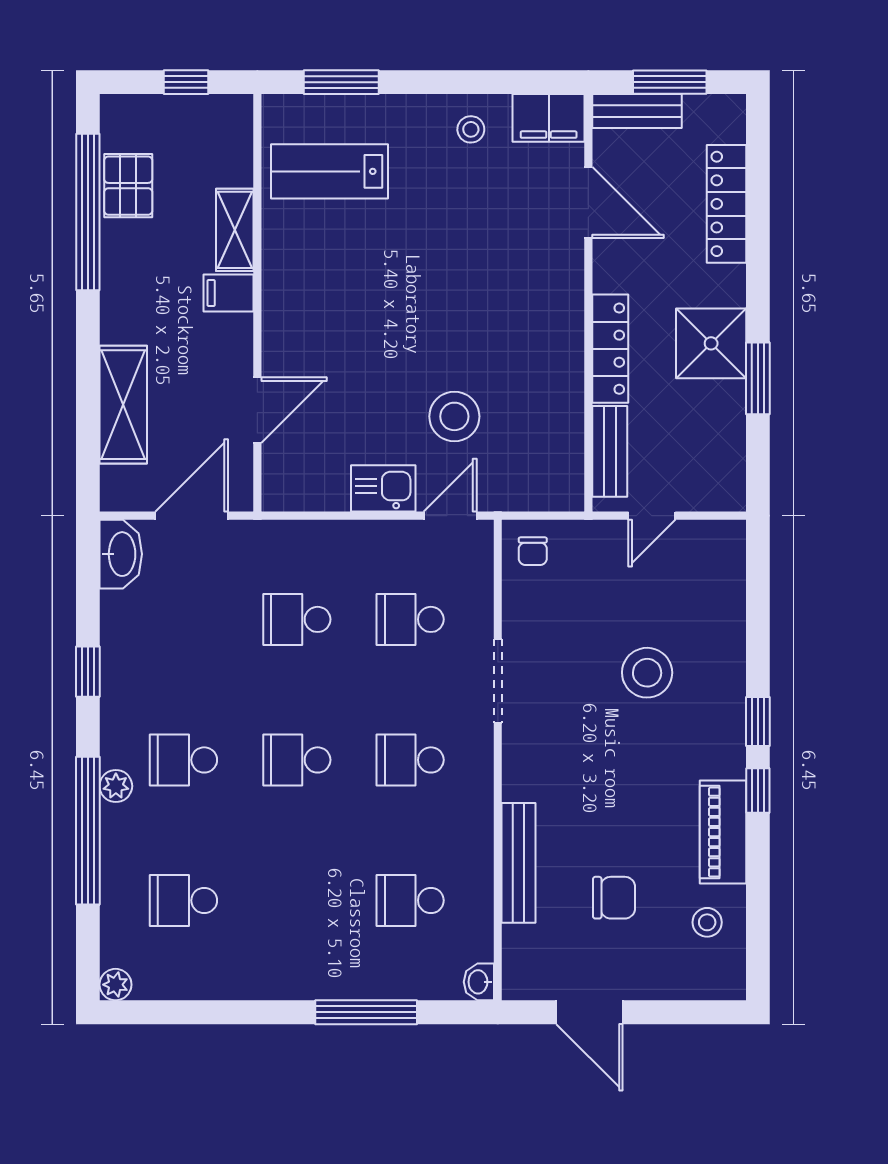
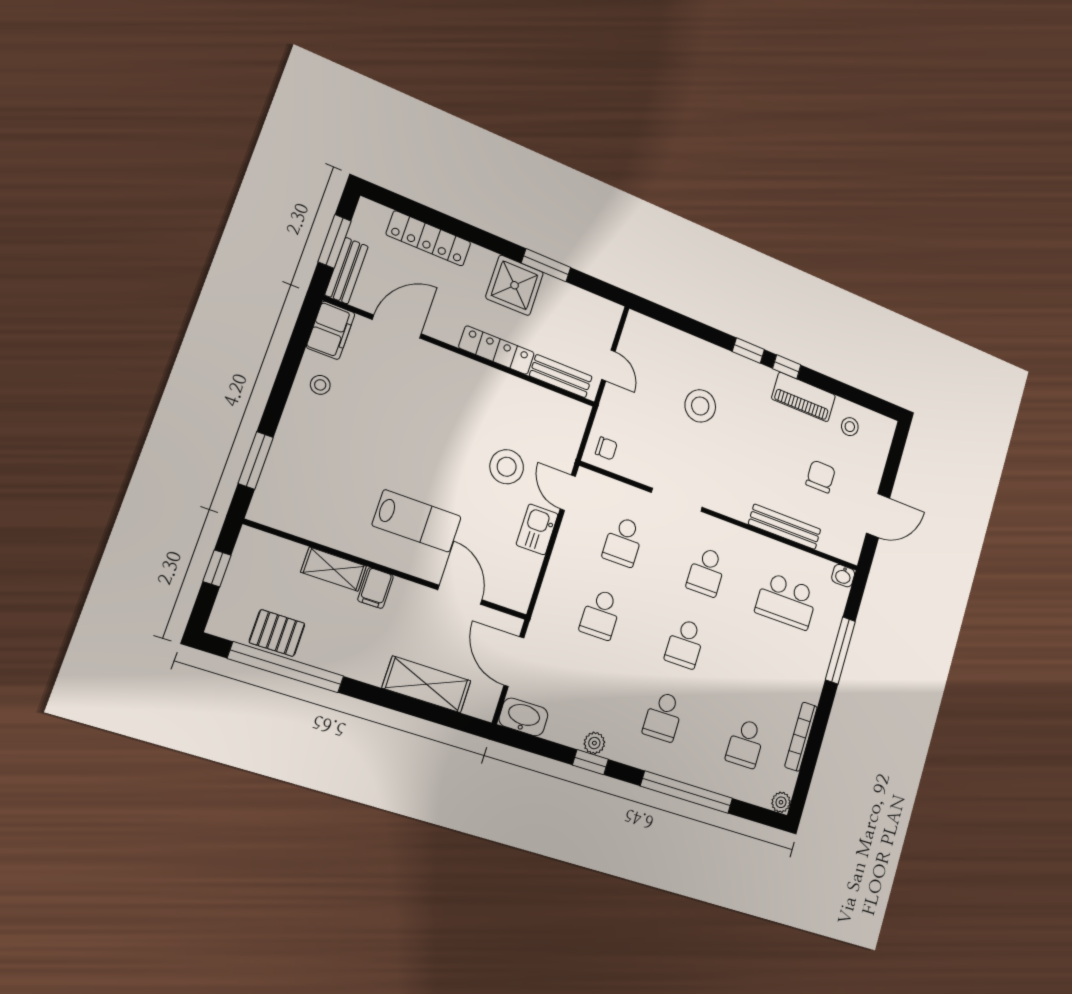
lab bench: (329, 171) -> (417, 521), moved, turned -90
plant: (116, 786) -> (594, 743), moved
school desk: (410, 900) -> (786, 601), width x1.85
bookcase: (220, 987) -> (801, 737), added

